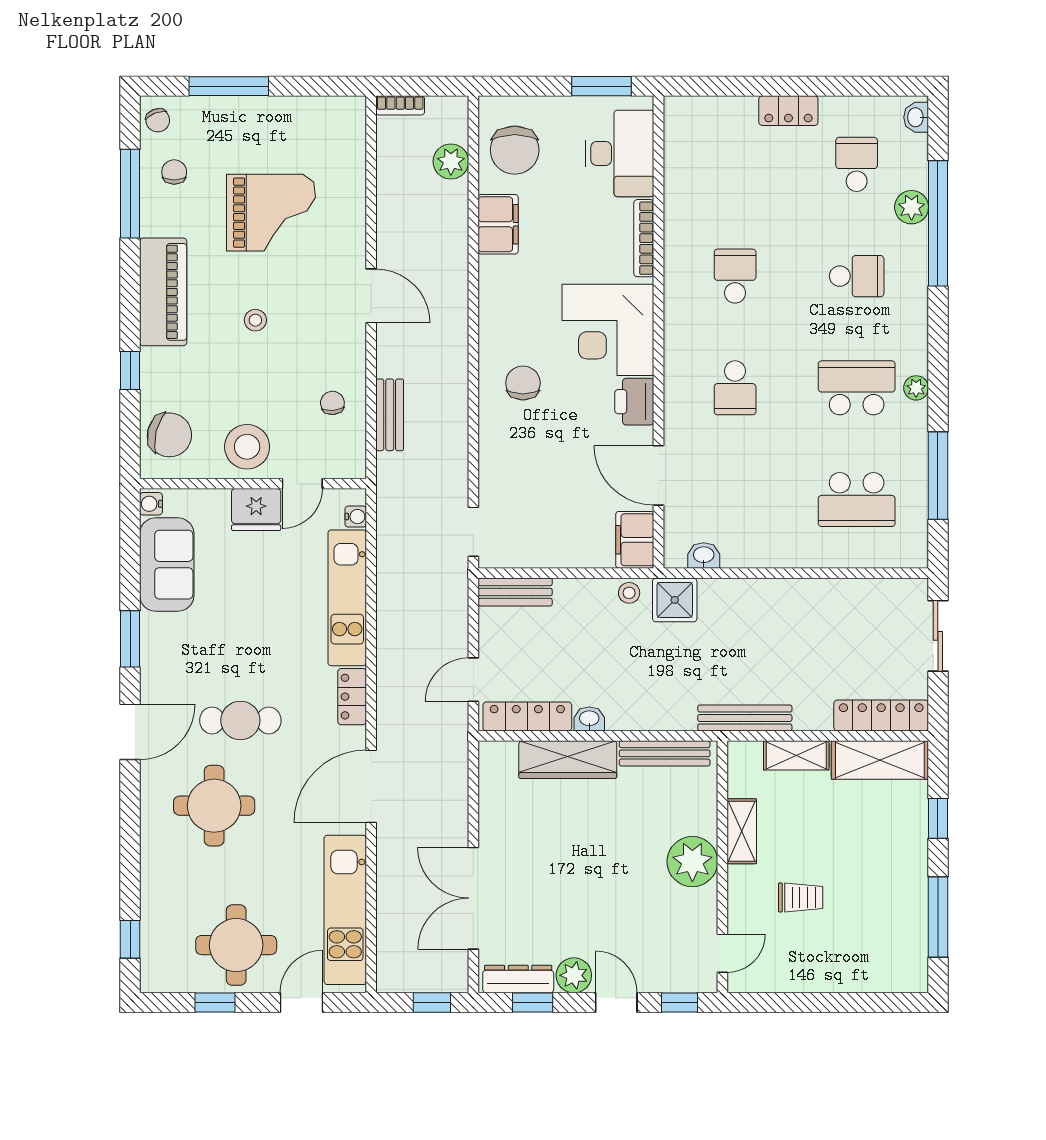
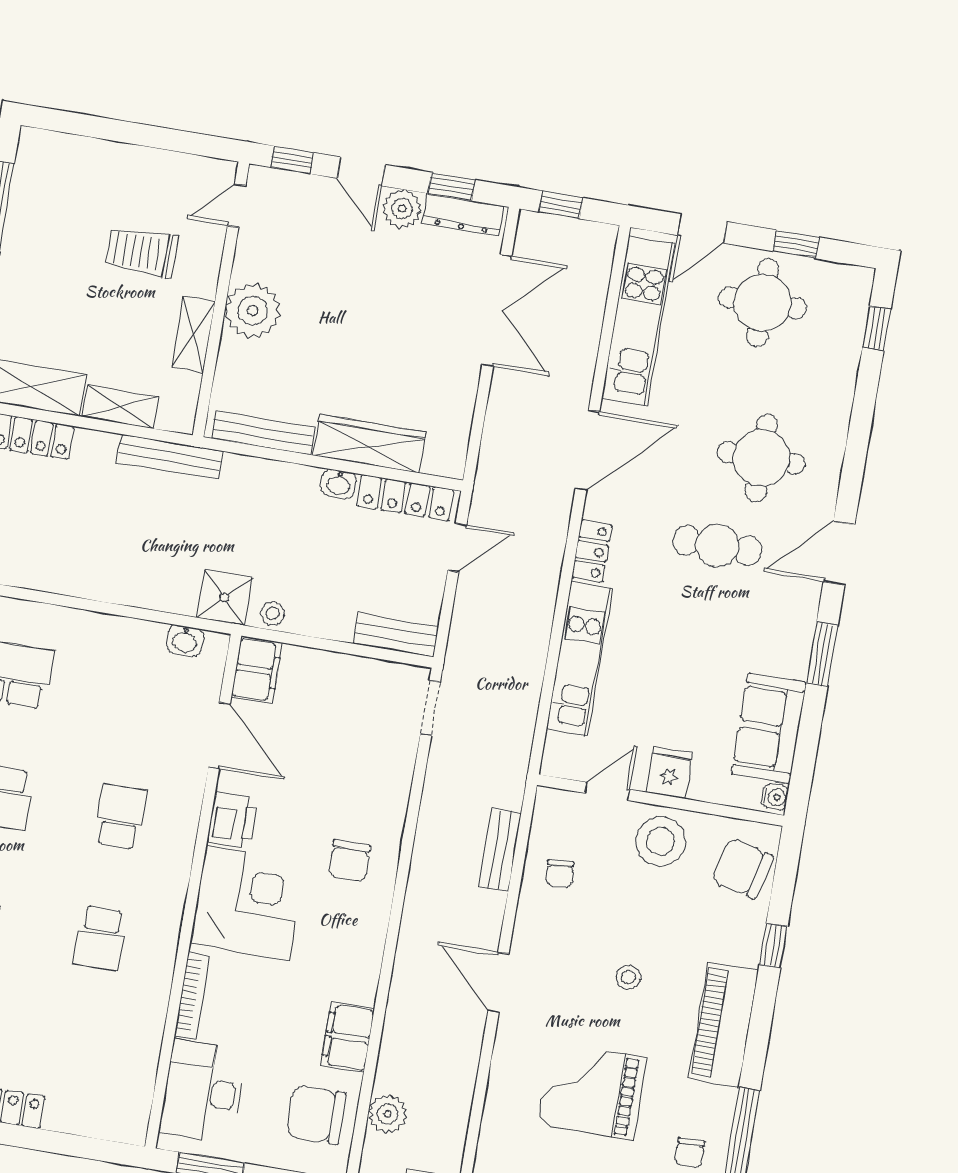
chair: (515, 150) -> (316, 1115), turned -90
fridge: (256, 510) -> (669, 773), width x0.72
water cooler: (356, 517) -> (555, 746), removed
trolley: (801, 897) -> (142, 252), width x1.36, depth x1.39

